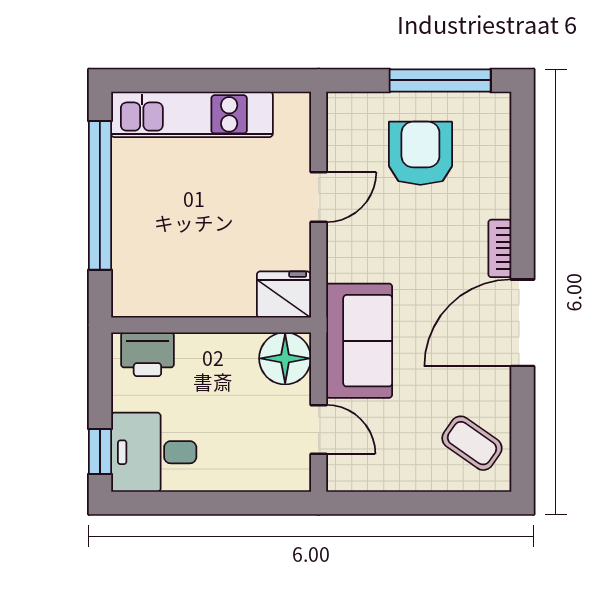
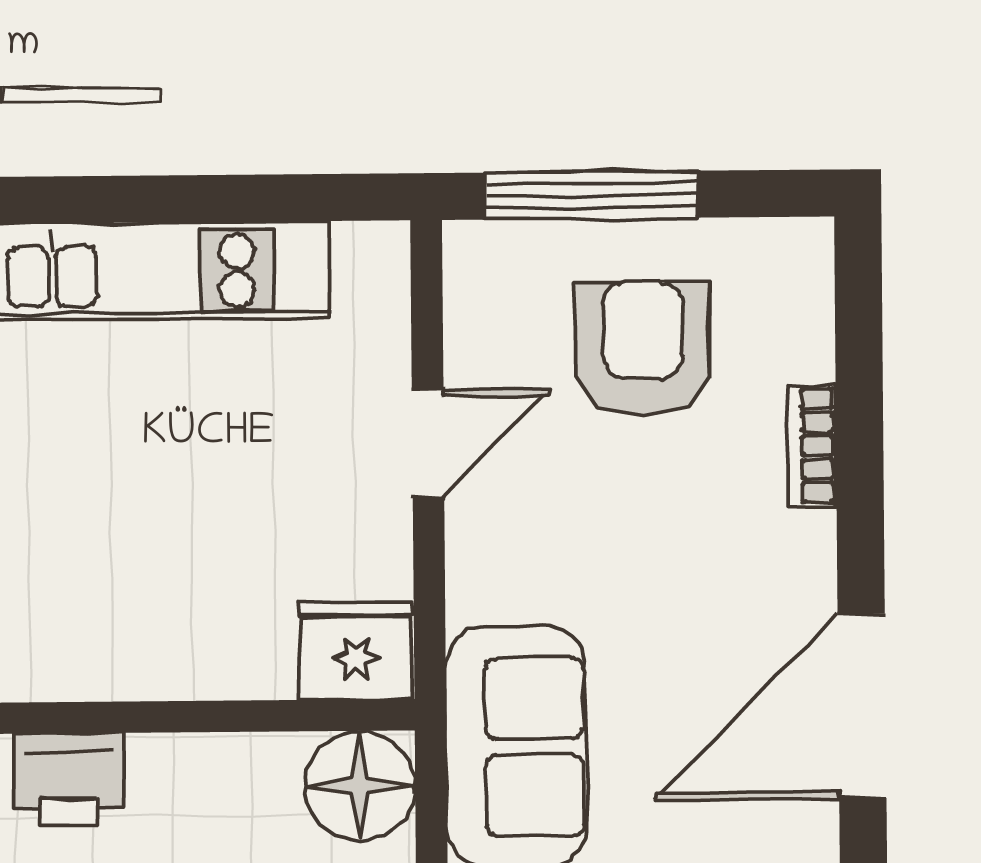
window: (440, 80) -> (592, 195), moved
bookcase: (500, 248) -> (812, 446), moved

